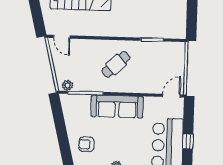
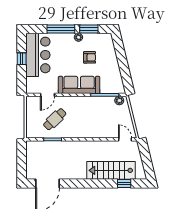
cafe table: (116, 64) -> (55, 119), moved
door: (171, 96) -> (47, 95), moved
armchair: (86, 144) -> (90, 57), moved

